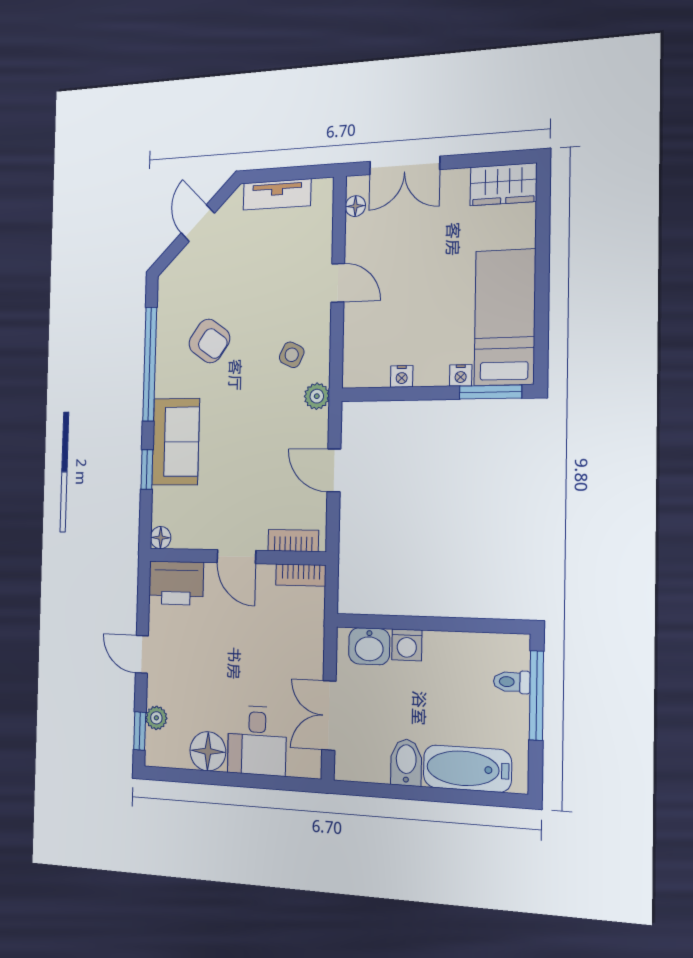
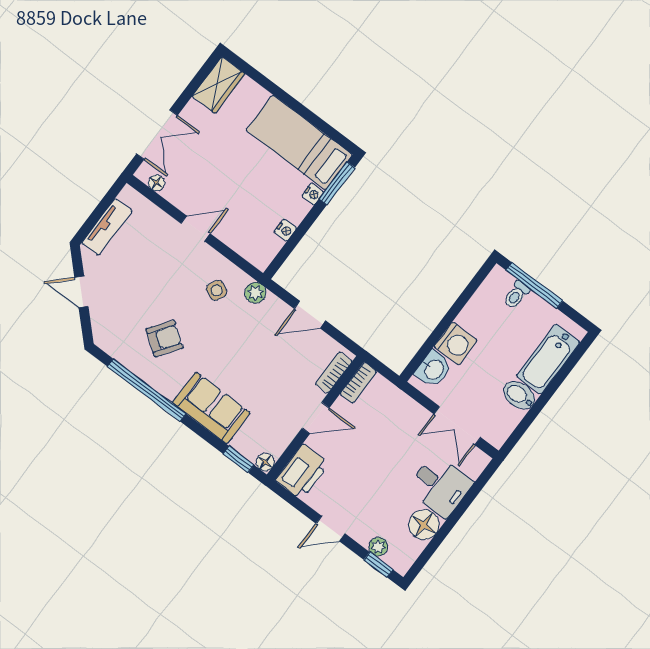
window: (147, 469) -> (239, 459), moved
washing machine: (407, 645) -> (456, 344), width x1.38, depth x1.38

